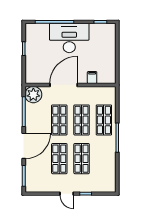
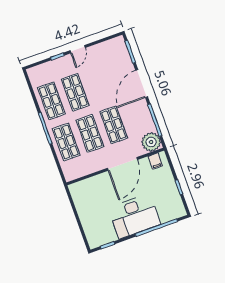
filing cabinet: (92, 78) -> (155, 161), moved
shop shelf: (59, 159) -> (51, 101), moved
door: (67, 194) -> (78, 49), swing flipped

